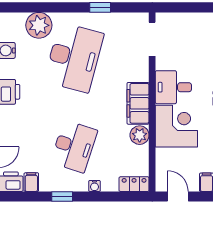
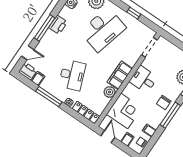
corner desk: (176, 126) -> (124, 111), moved
desk: (74, 146) -> (72, 75), turned -39
locker: (134, 184) -> (86, 112), width x1.53
window: (62, 197) -> (49, 97), width x2.17

